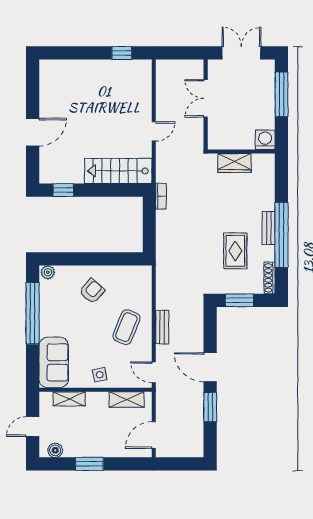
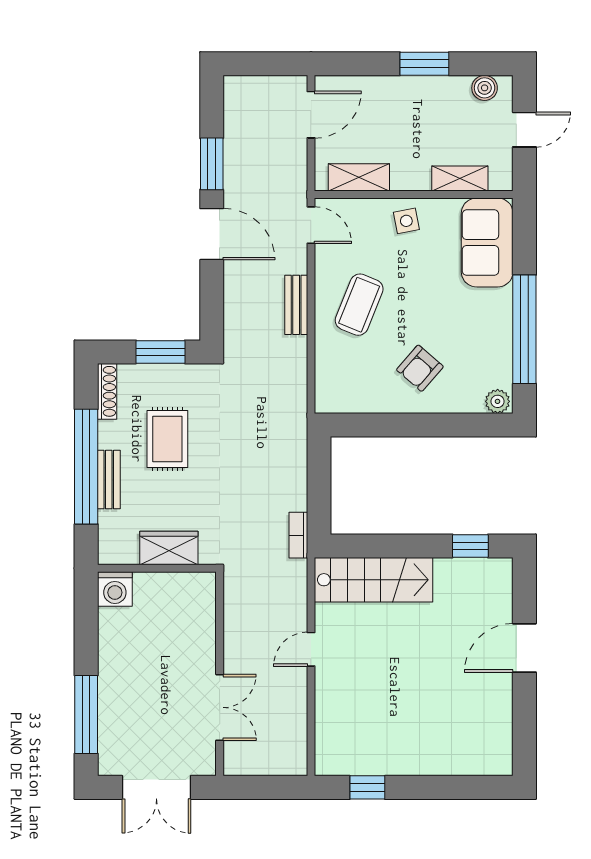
washing machine: (265, 140) -> (115, 589), moved
wall: (241, 152) -> (157, 568), moved
wardrobe: (234, 163) -> (169, 548), moved

